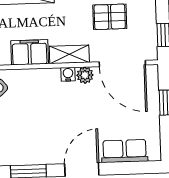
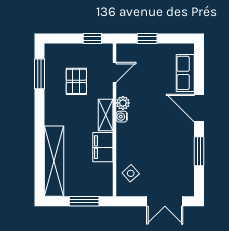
door: (122, 63) -> (114, 72), width x0.53

